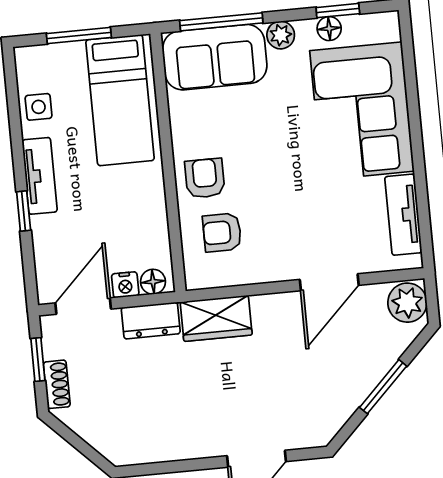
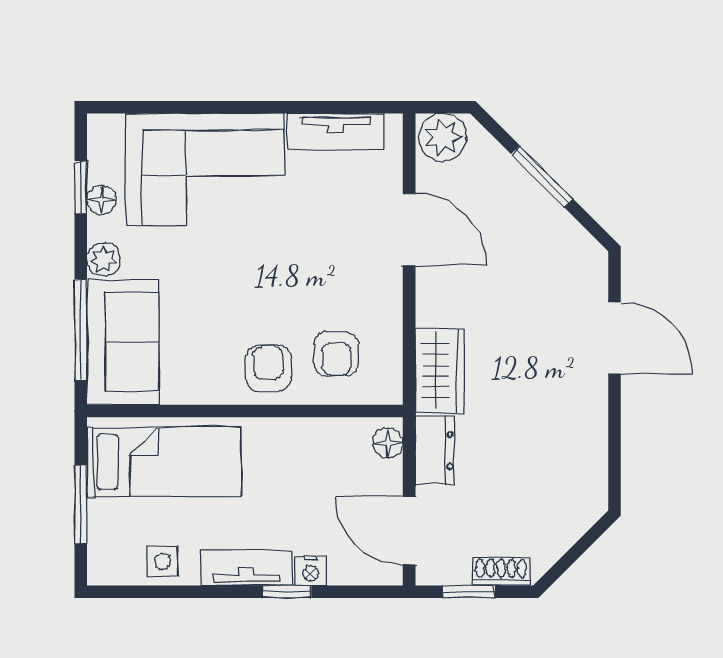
armchair: (205, 178) -> (269, 368), turned 88
nightstand: (125, 285) -> (311, 571), moved, turned 90

